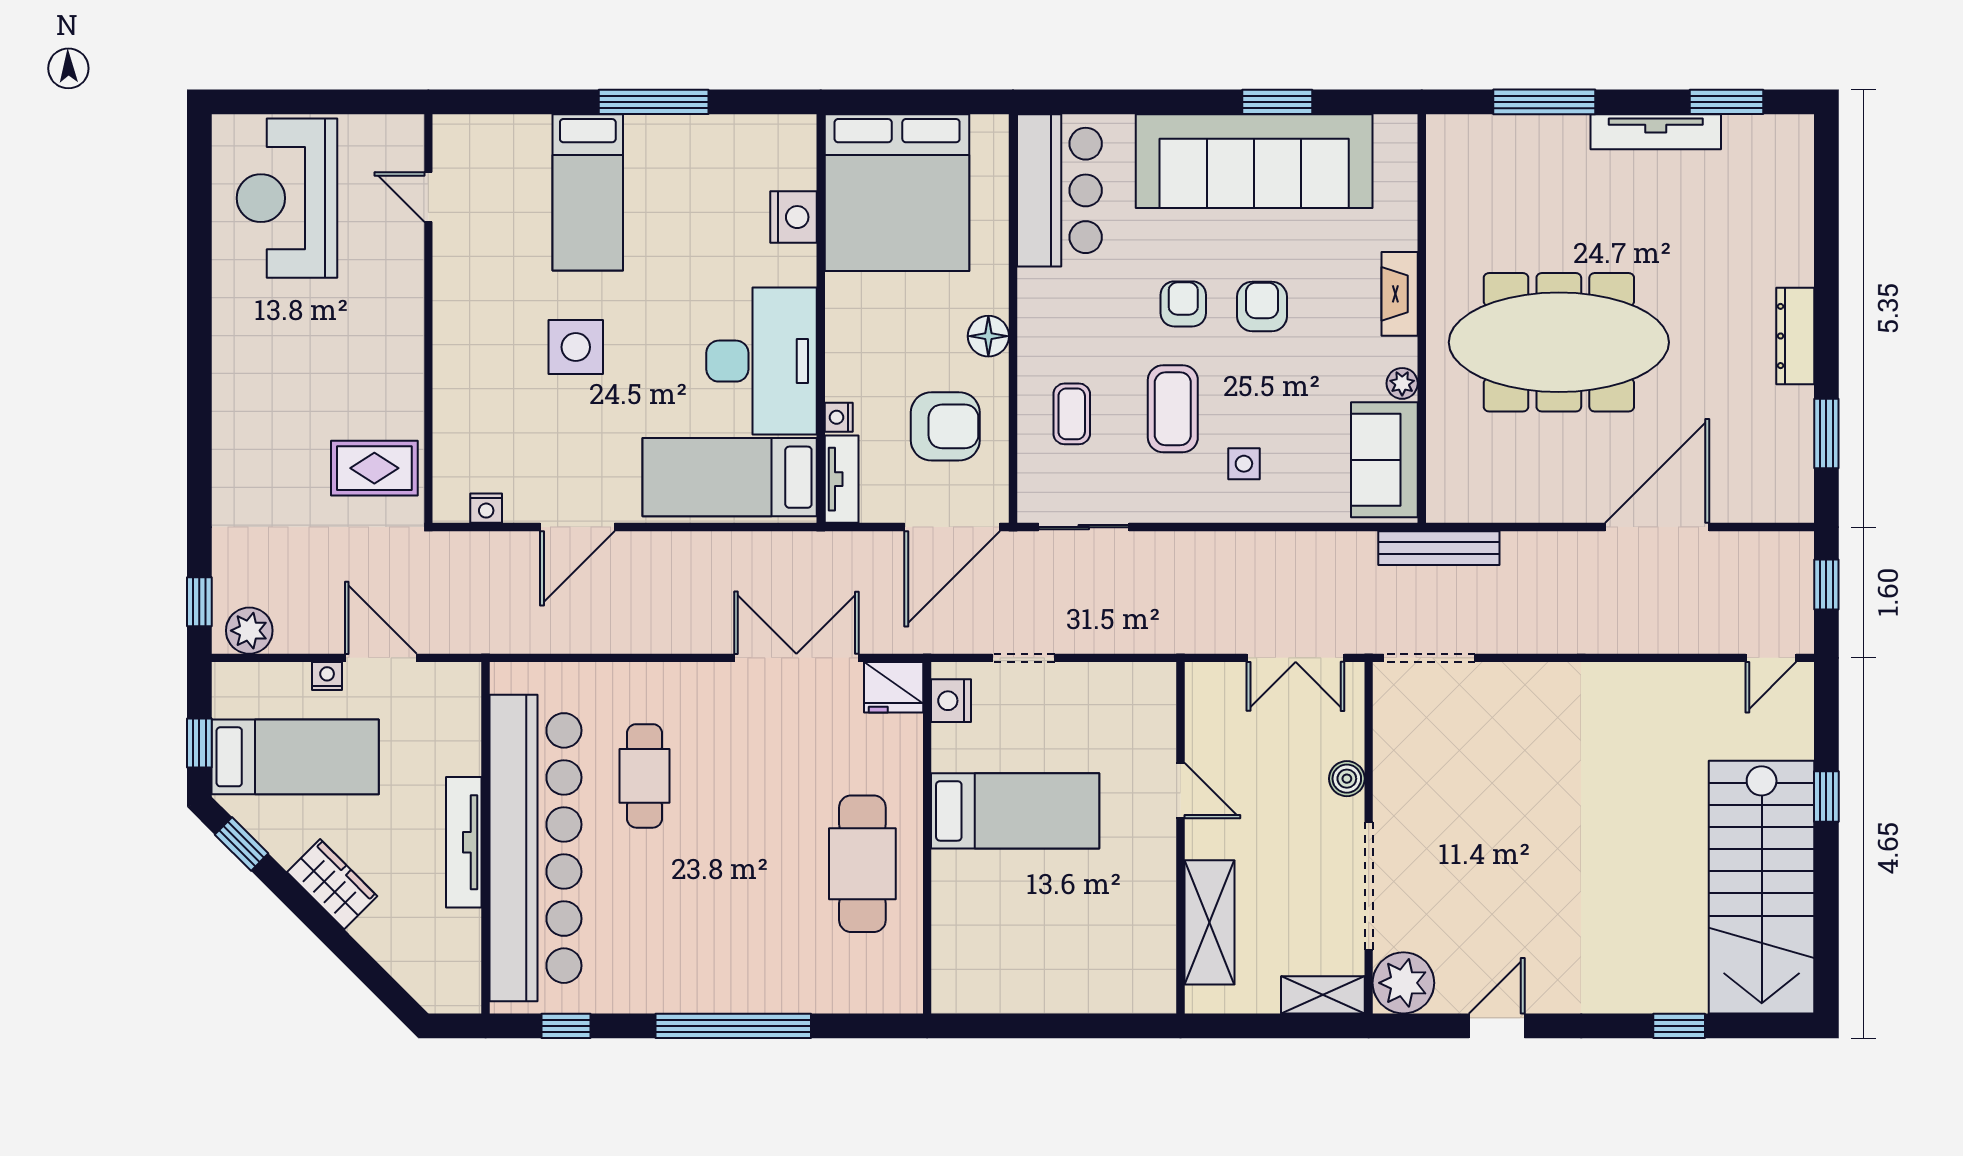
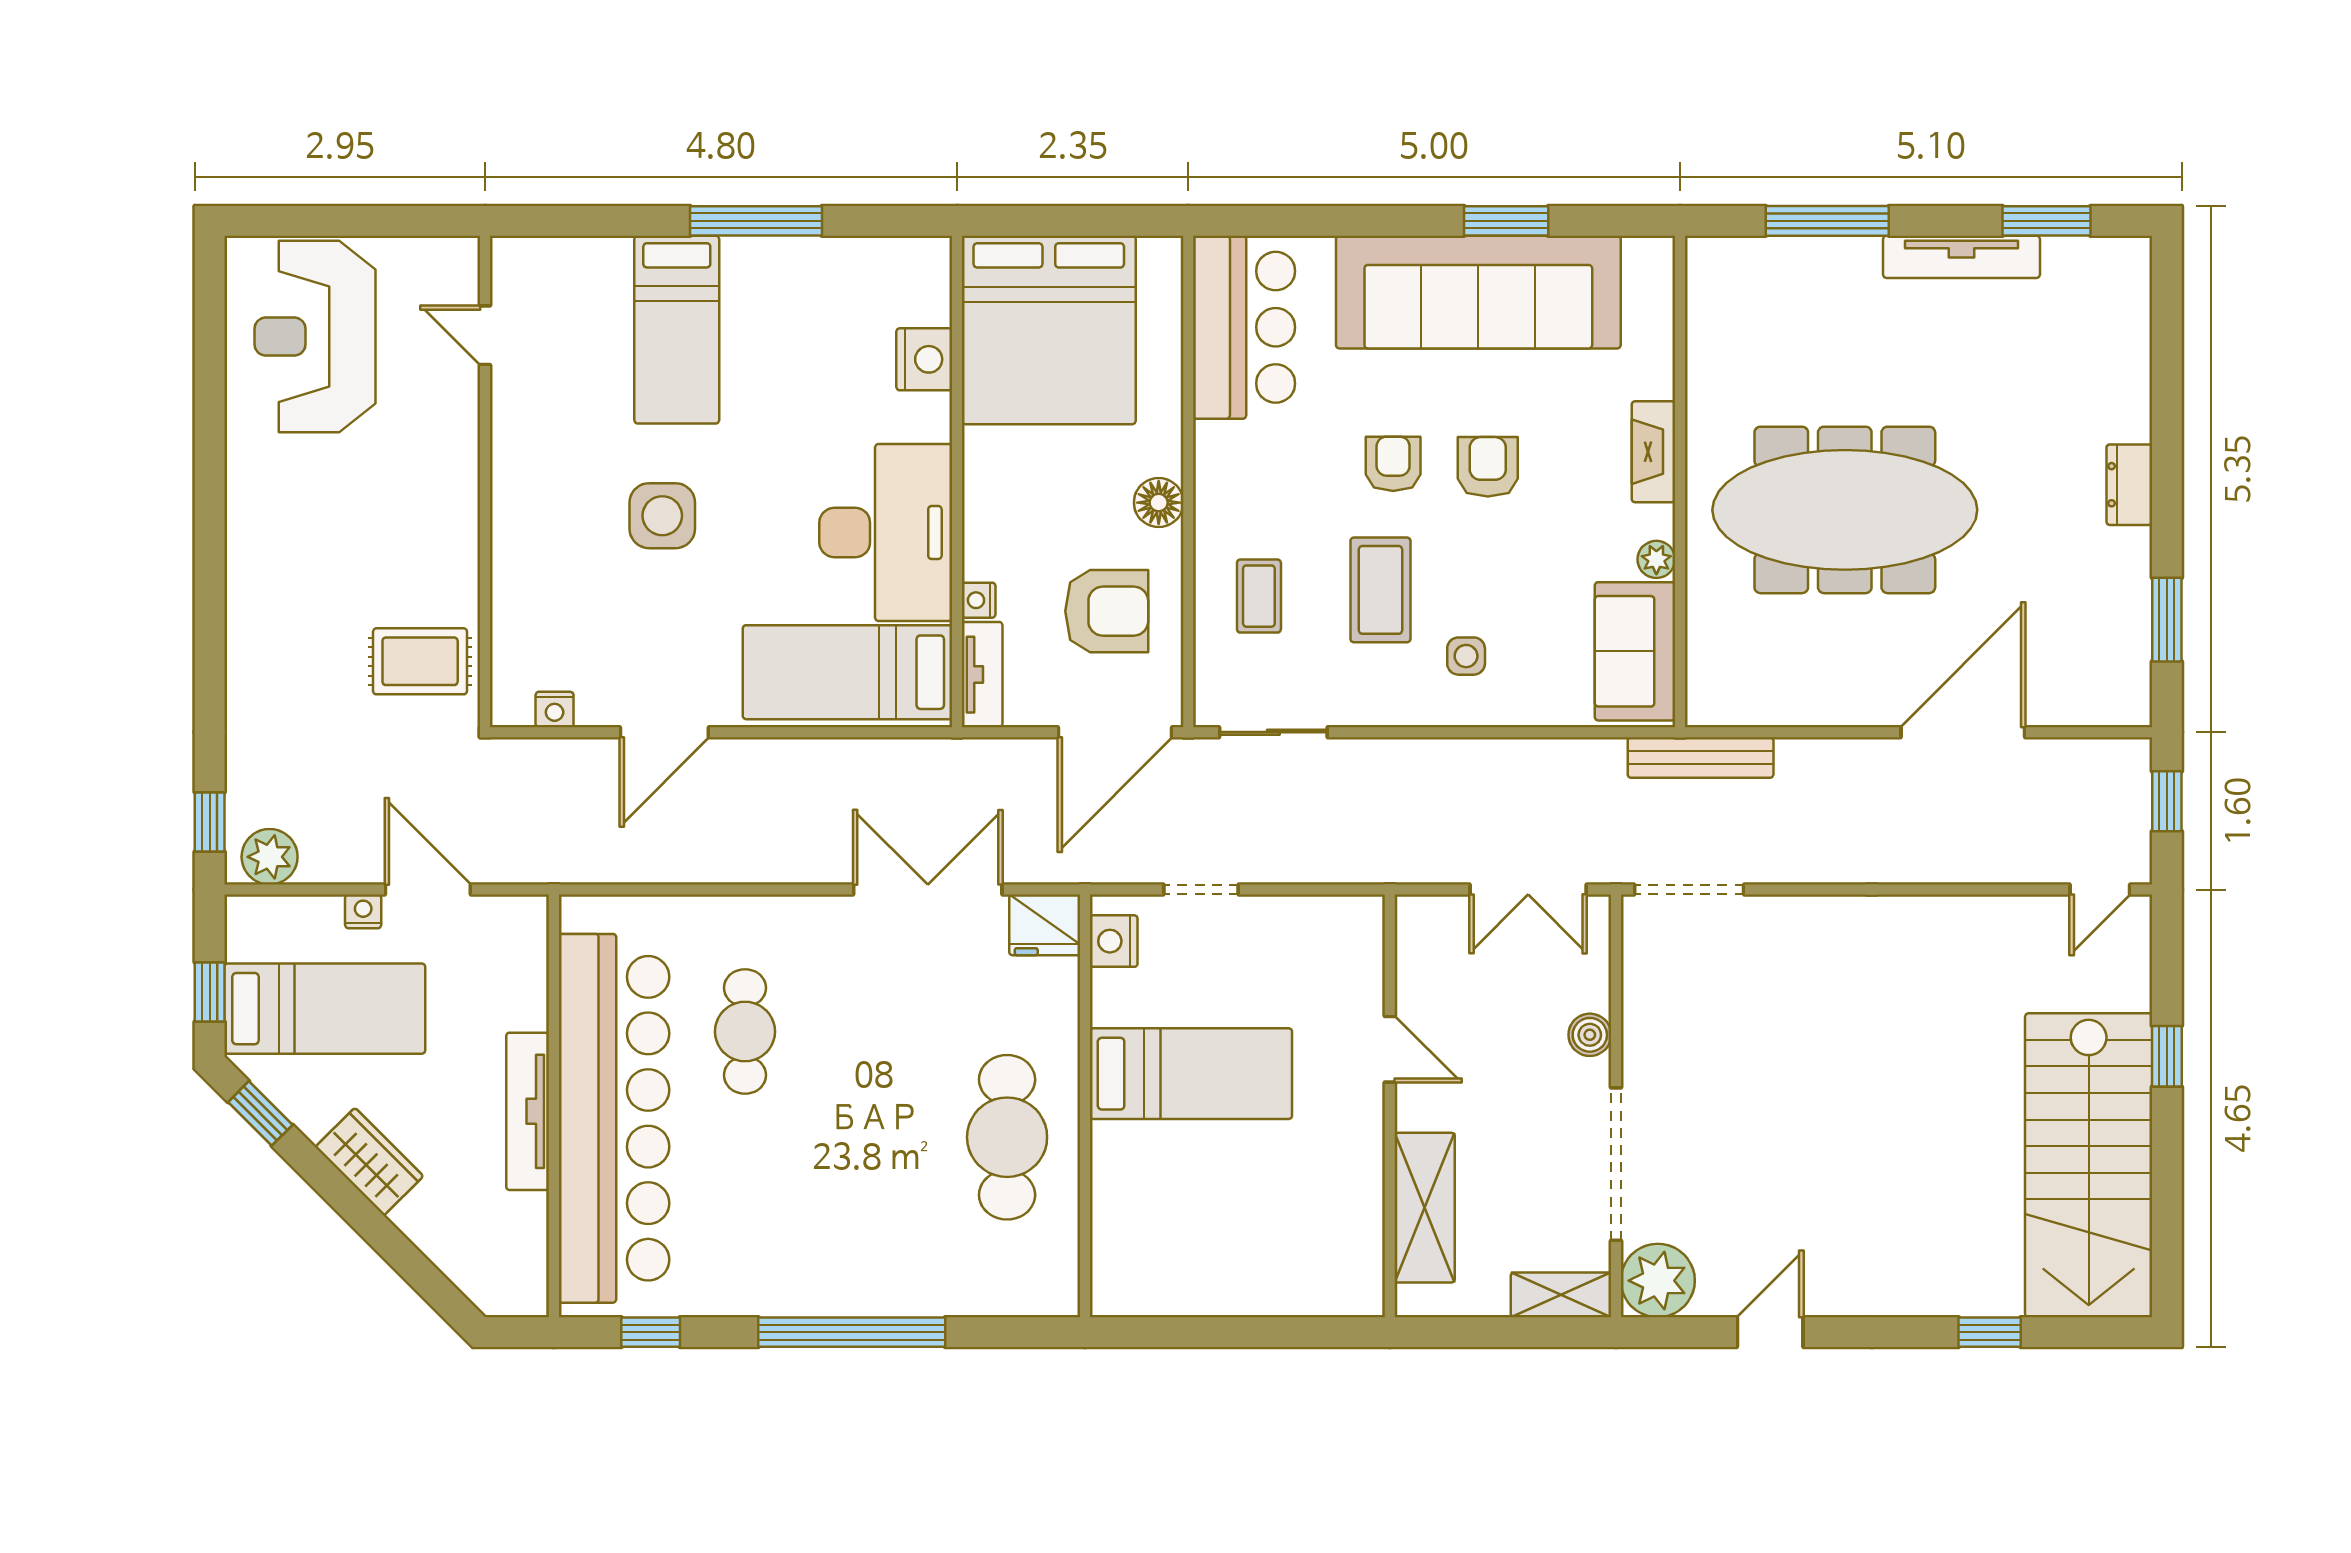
dresser: (1795, 336) -> (2129, 485), width x0.70

